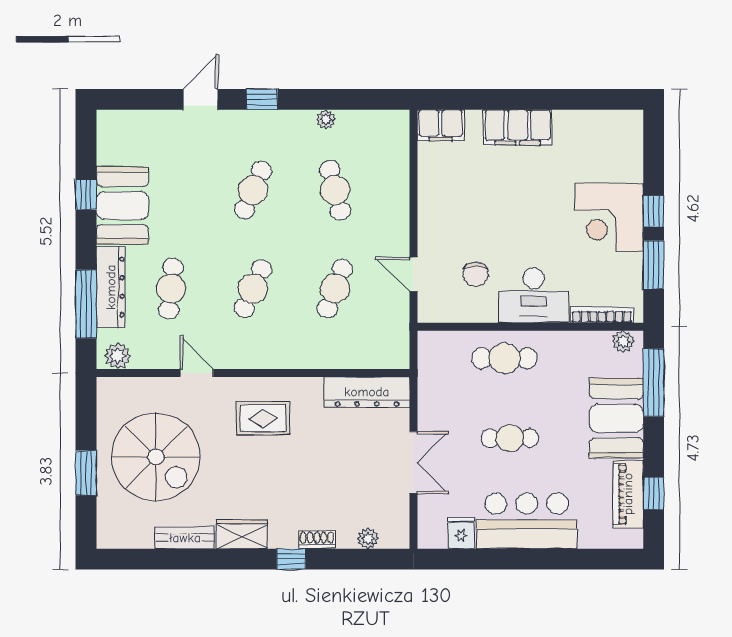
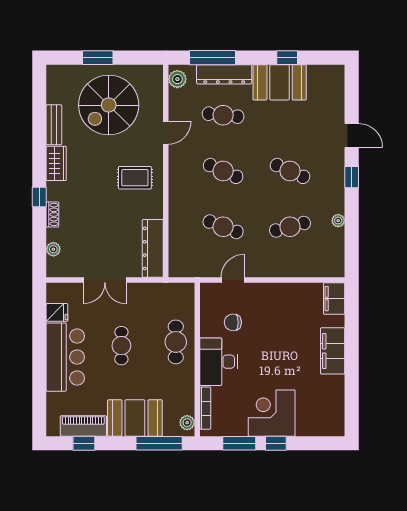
rug: (263, 418) -> (135, 178), turned 90

